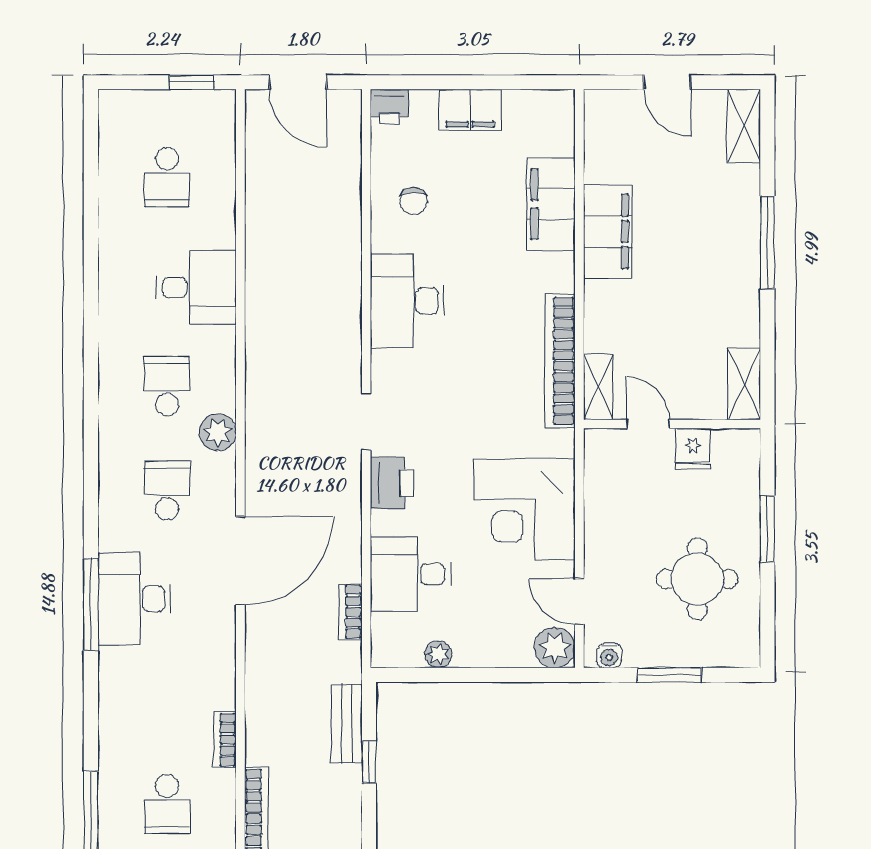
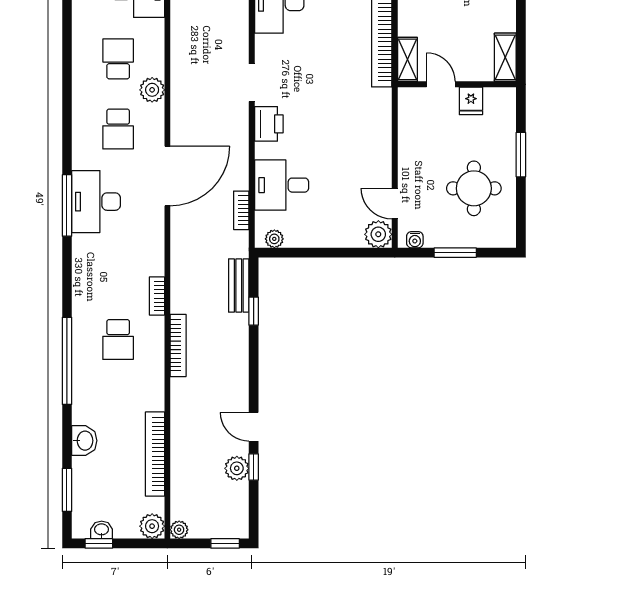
school desk: (167, 491) -> (118, 129), turned 180
corner desk: (525, 509) -> (358, 142), removed
plant: (438, 654) -> (274, 239), moved

